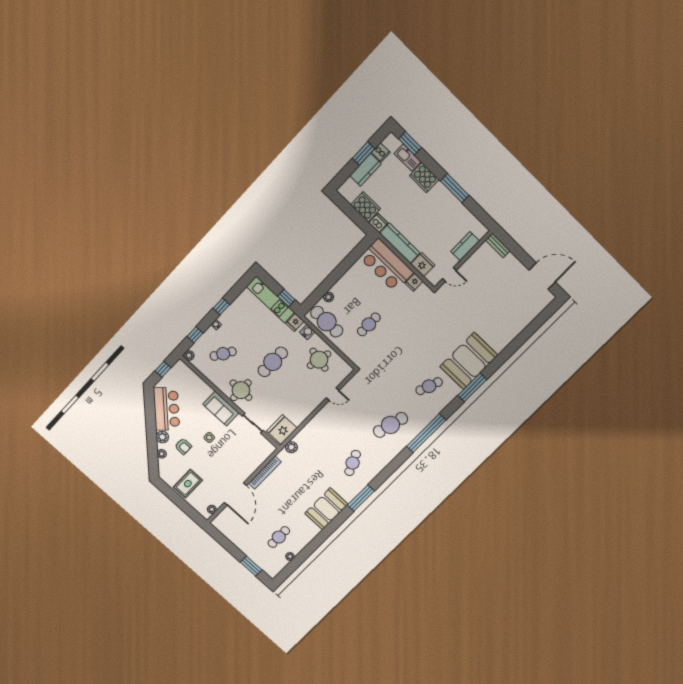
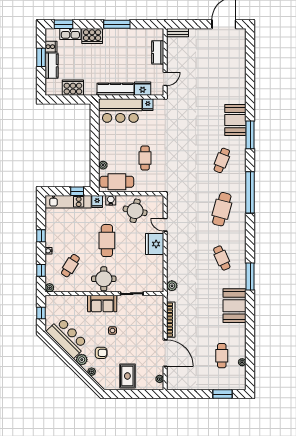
dishwasher: (378, 223) -> (90, 90), removed
booth: (469, 361) -> (235, 120), width x0.73, depth x0.70
door: (333, 394) -> (165, 225), swing flipped
fridge: (282, 430) -> (155, 244), moved

